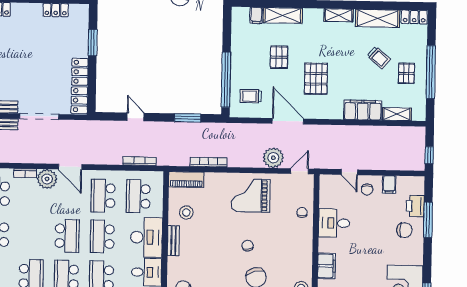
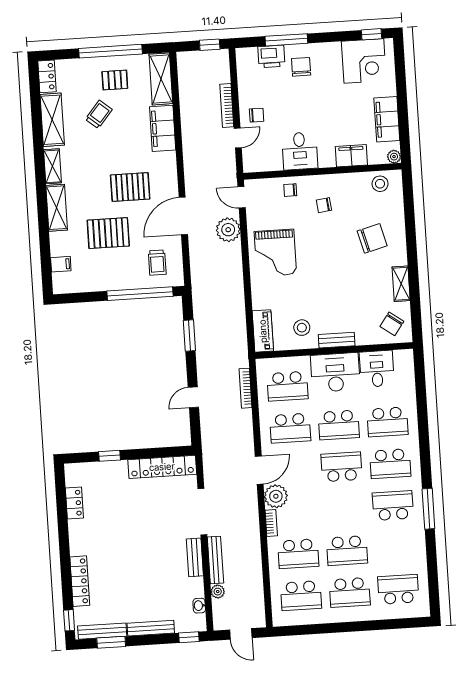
shelving: (283, 15) -> (57, 208), moved
window: (93, 43) -> (110, 456), width x0.67
pallet: (279, 57) -> (108, 233), width x1.50, depth x1.42
shelving: (397, 114) -> (161, 79), width x1.50, depth x1.33
bookcase: (209, 162) -> (227, 106), moved
filing cabinet: (389, 185) -> (248, 89), removed
chair: (248, 246) -> (324, 205), moved

